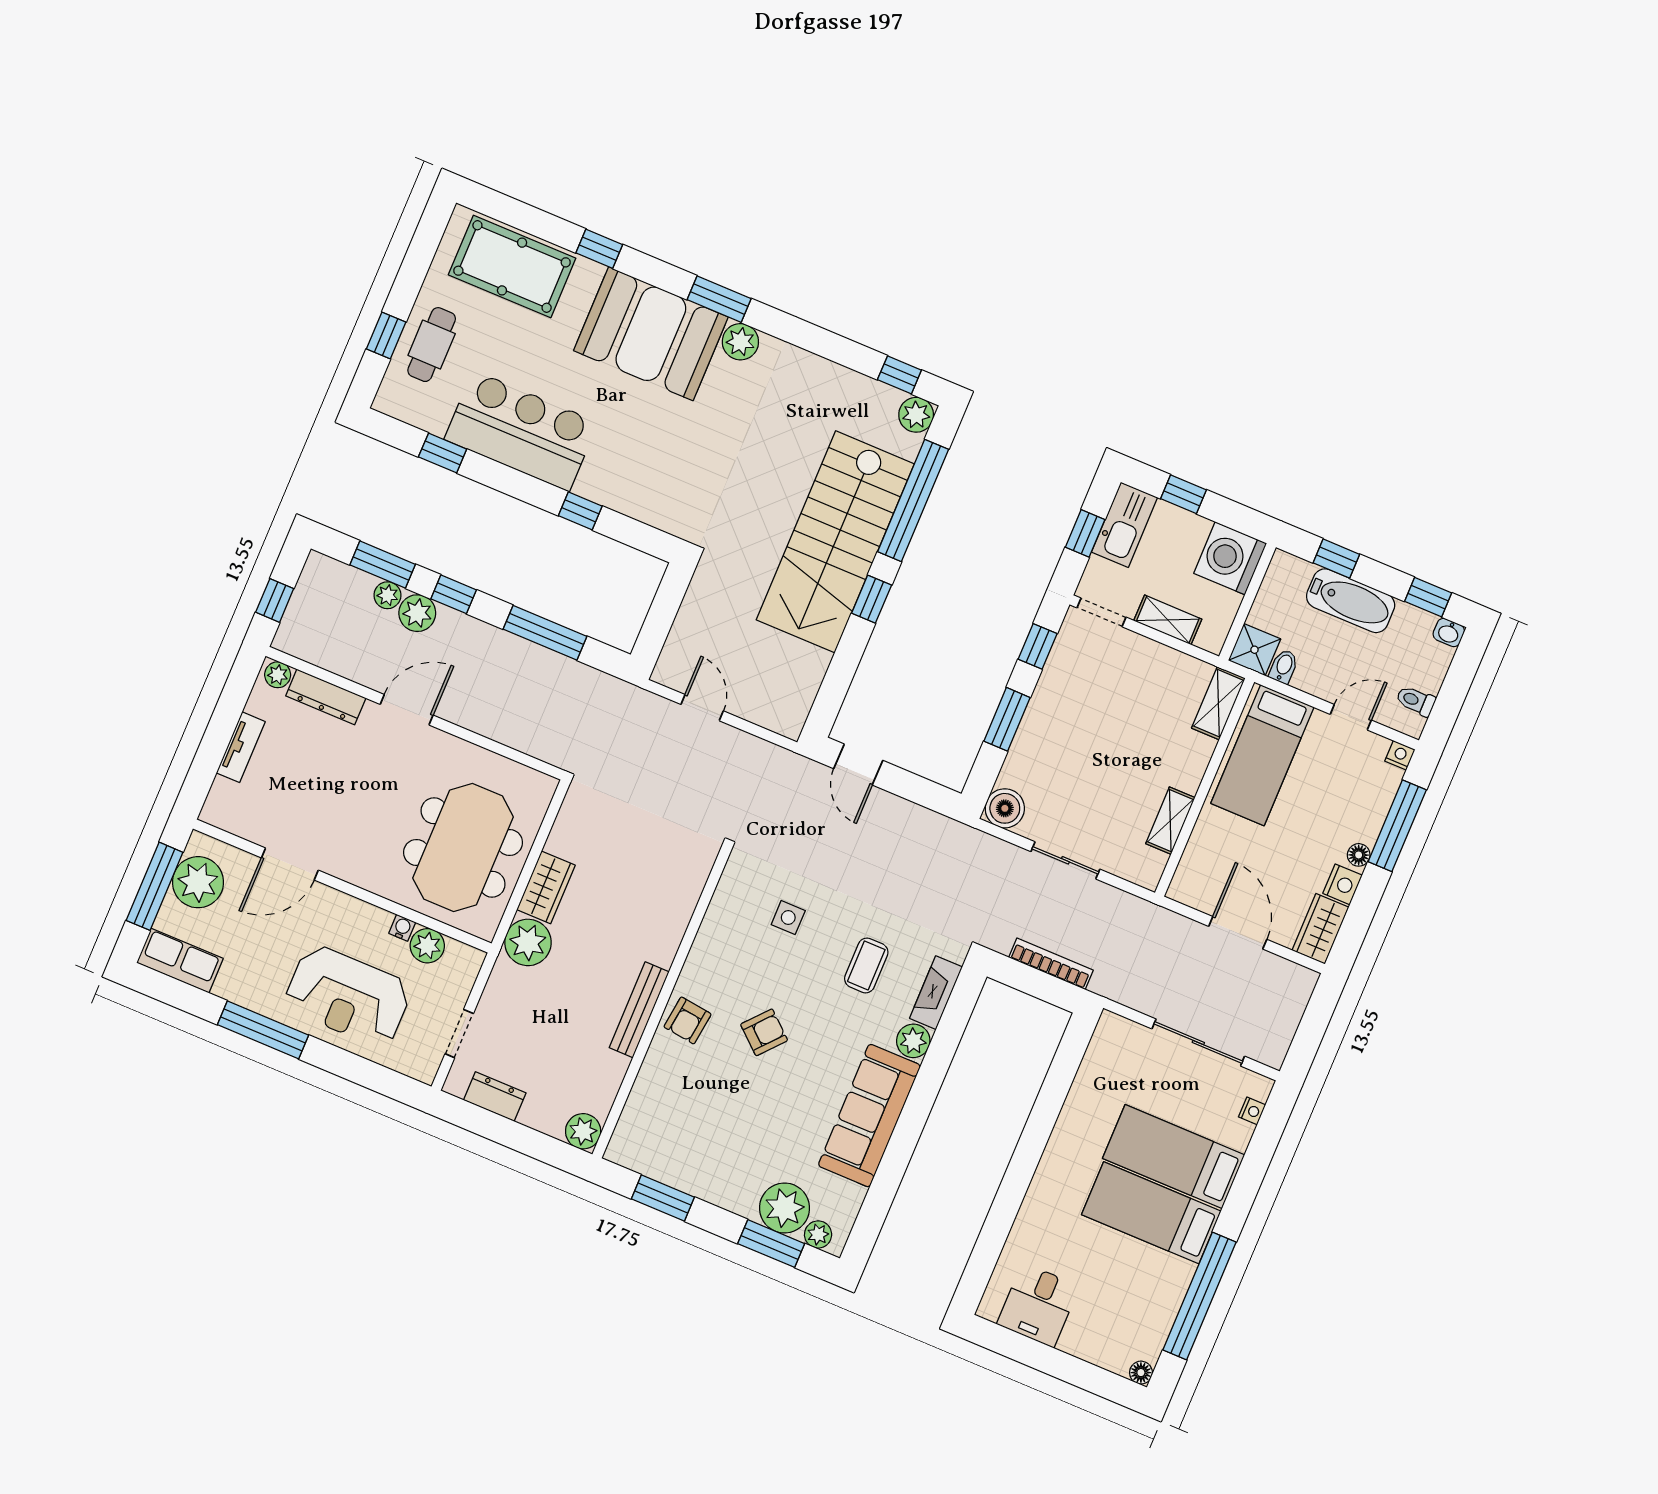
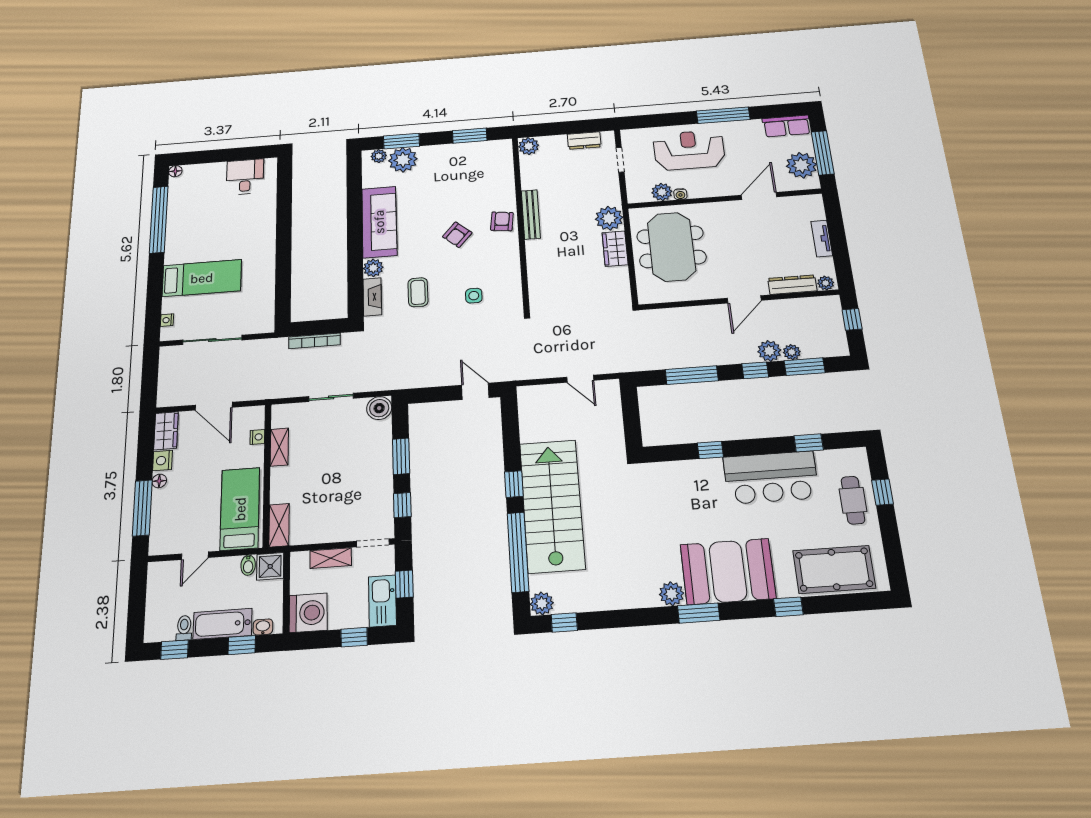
washbasin: (1449, 632) -> (263, 627), moved
toilet: (1416, 701) -> (184, 628), moved, turned -90
nightstand: (1400, 755) -> (257, 437), moved, turned -90
bed: (1151, 1213) -> (202, 246), removed

